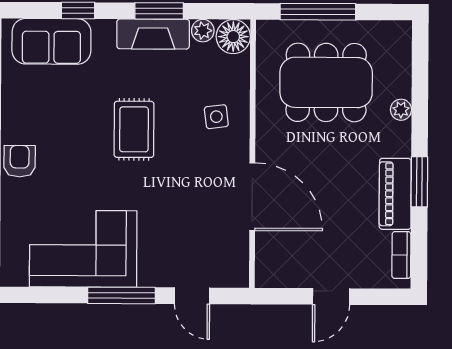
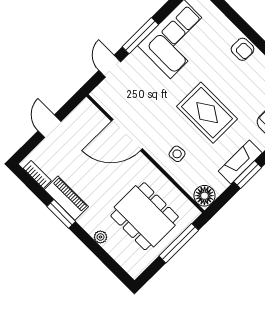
plant: (203, 31) -> (220, 185), removed
dining table: (326, 82) -> (145, 216), turned 90
rug: (134, 129) -> (207, 113), width x1.36, depth x1.43
door: (192, 296) -> (110, 66), hinge flipped

